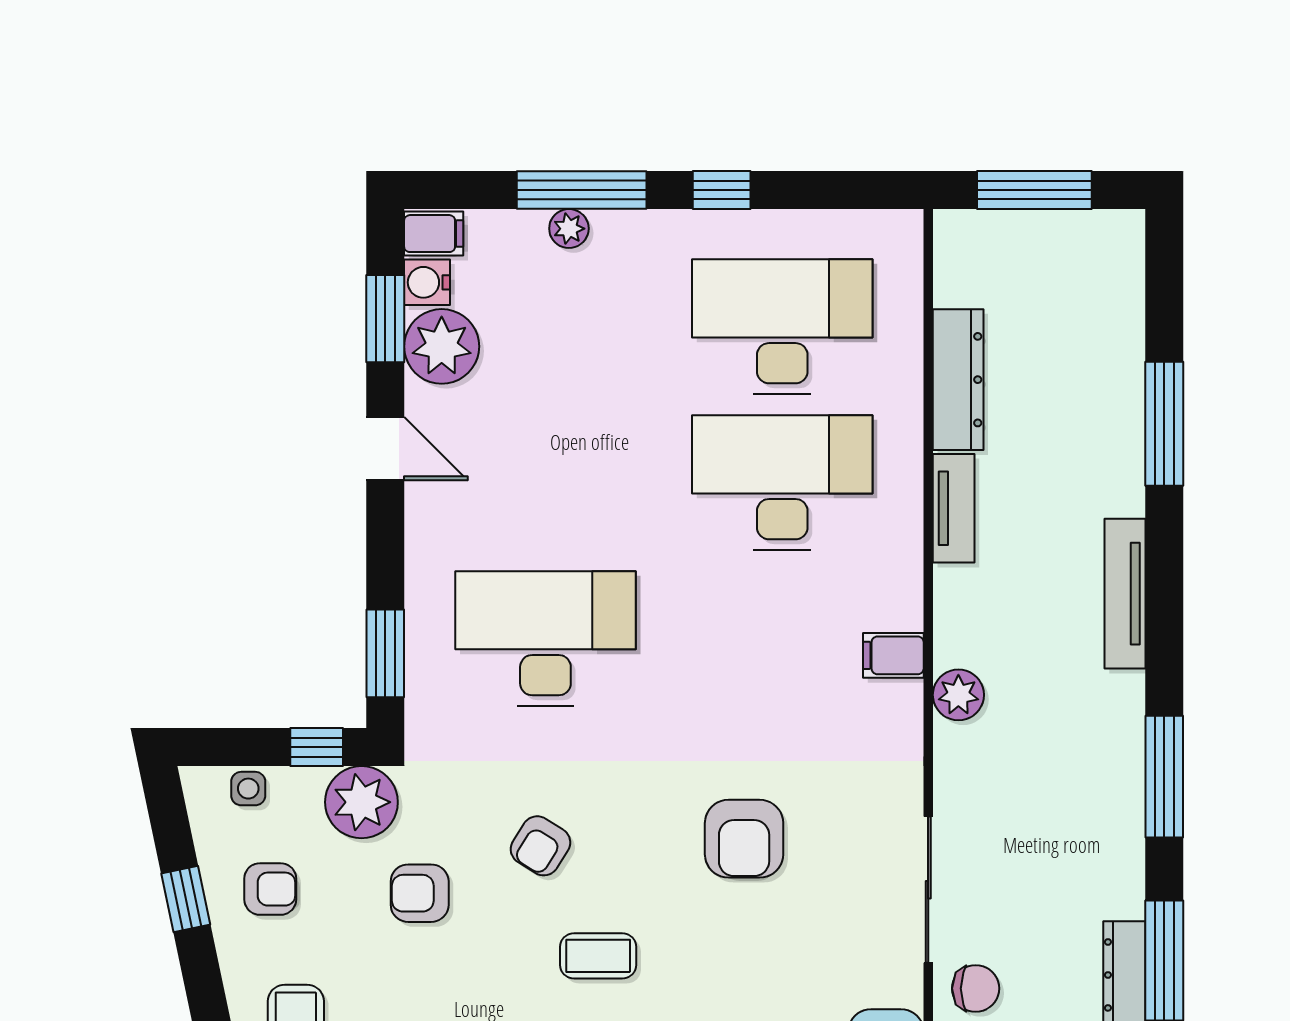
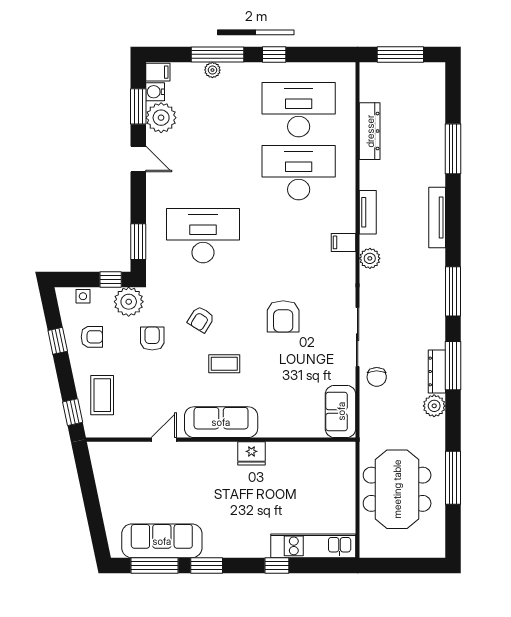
tv unit: (954, 508) -> (368, 212), moved
armchair: (420, 893) -> (152, 338), turned 90
chair: (976, 988) -> (377, 377), turned 90

